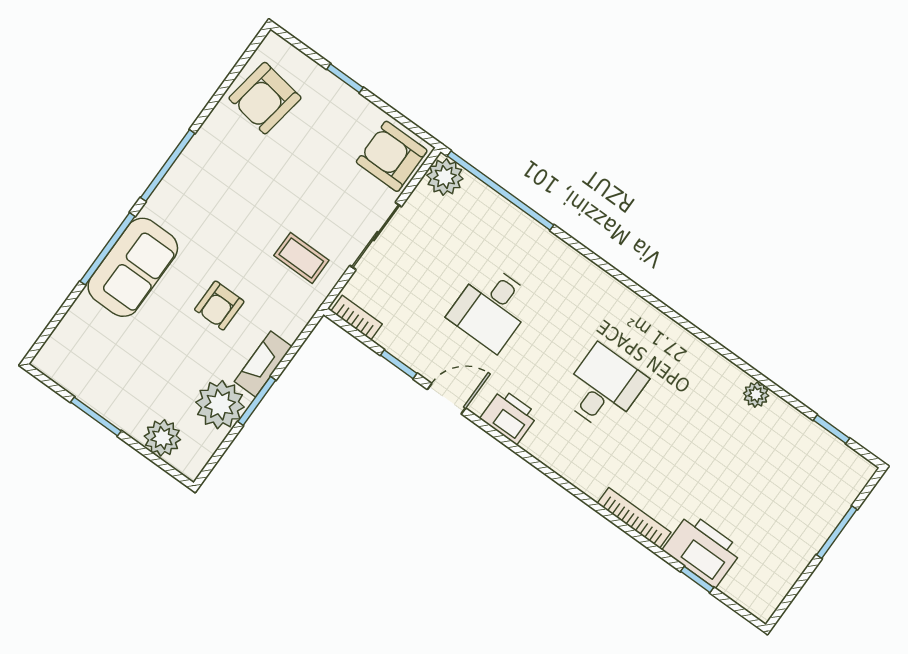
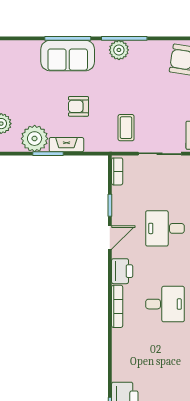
plant: (179, 186) -> (119, 50), added
door: (446, 399) -> (110, 238), hinge flipped
bookcase: (634, 518) -> (117, 306), moved

